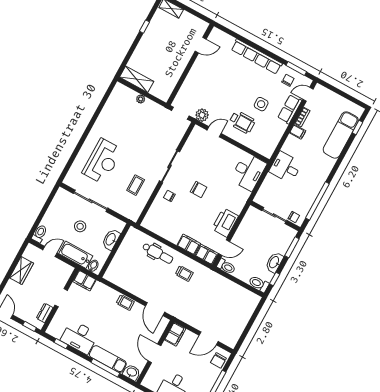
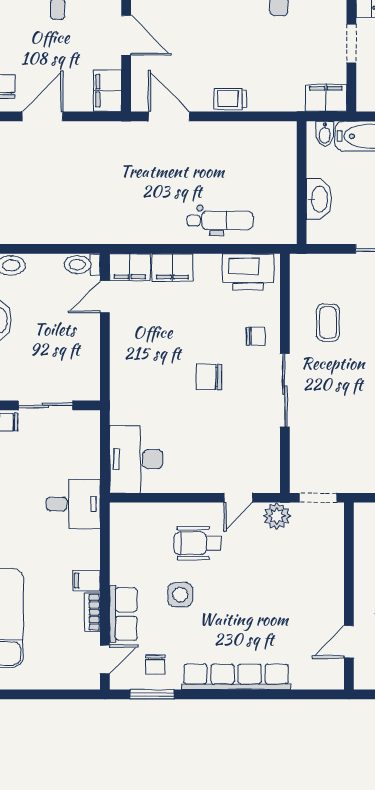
printer: (225, 223) -> (248, 272), moved, turned 90
dental chair: (158, 253) -> (220, 220), turned 180
trolley: (184, 273) -> (152, 210), removed

